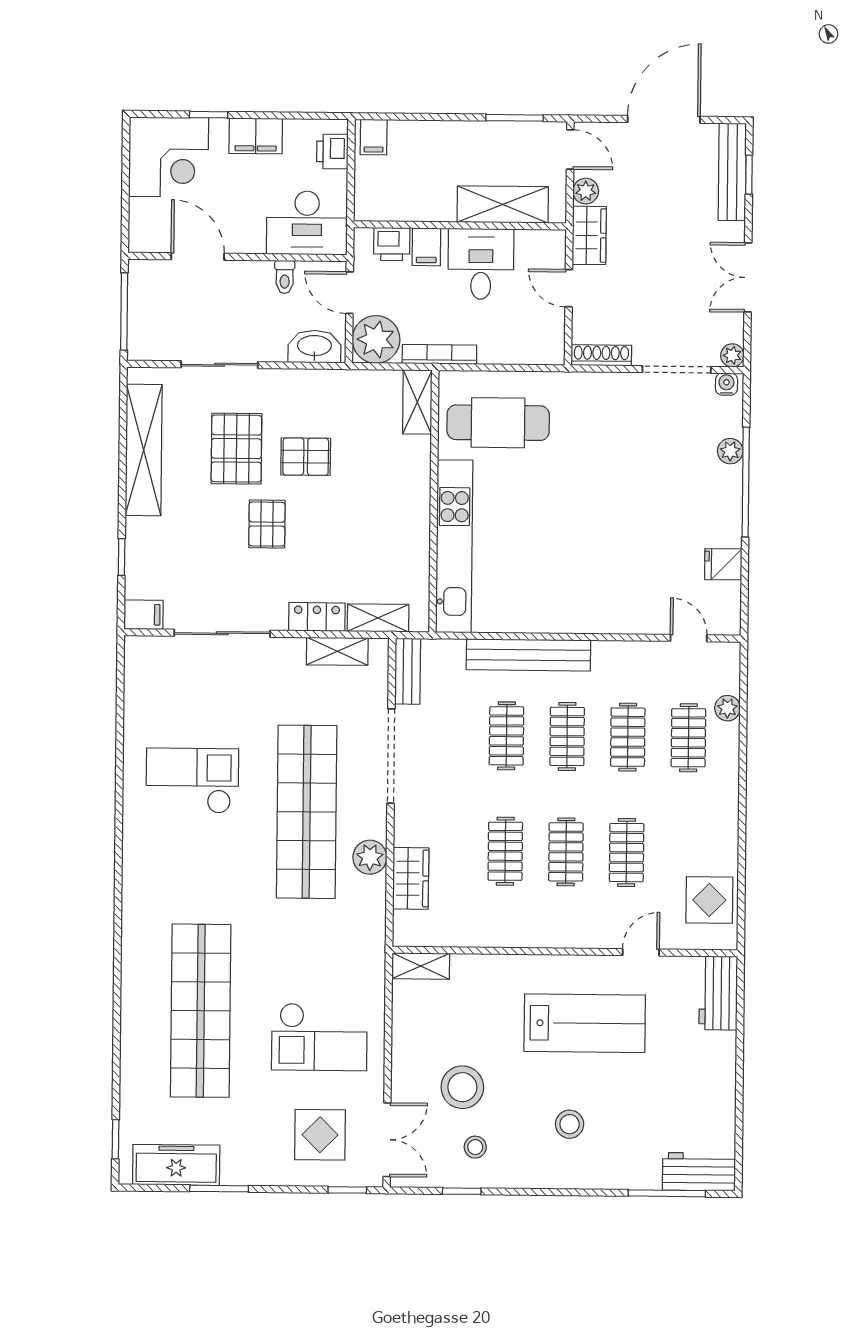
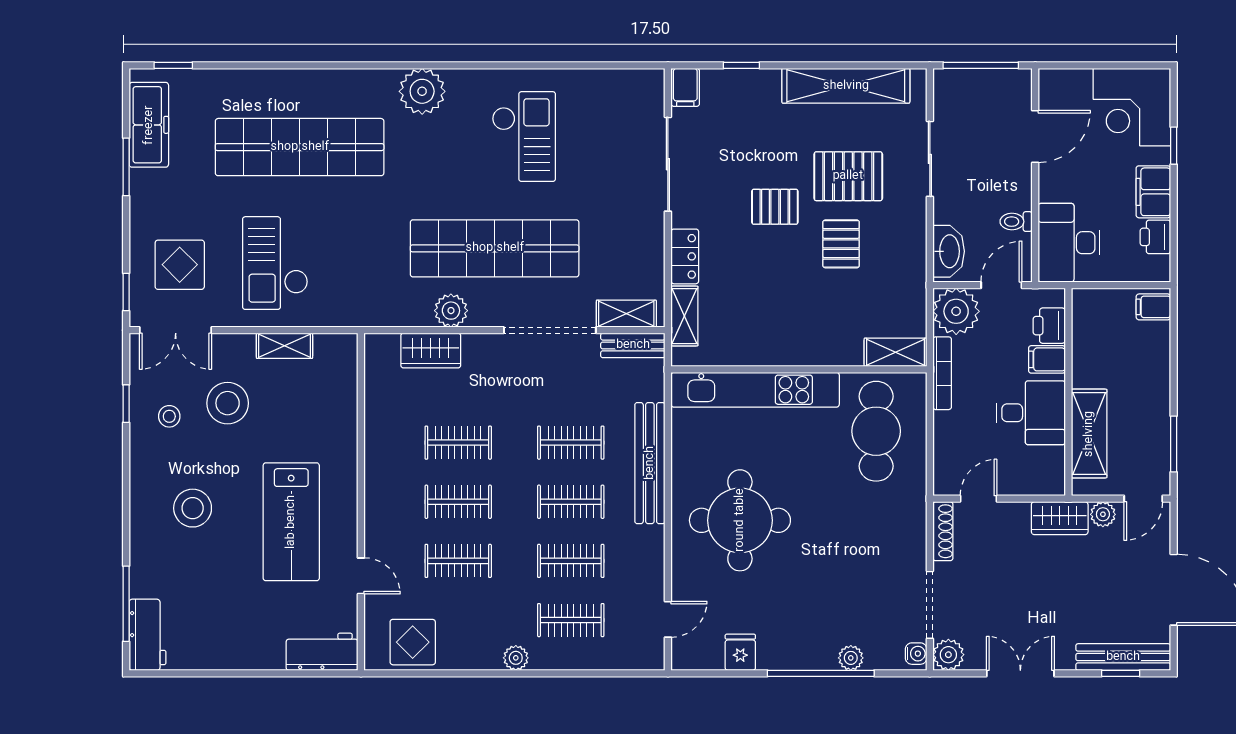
printer: (332, 151) -> (1155, 237), moved, turned -90
door: (569, 288) -> (979, 499), moved
plant: (732, 355) -> (948, 655), width x1.38, depth x1.38
round table: (588, 563) -> (740, 520), added
shelving: (337, 651) -> (626, 314), moved, turned 90
plant: (727, 708) -> (516, 658), moved
plant: (145, 884) -> (422, 91), added
shelving: (421, 966) -> (284, 346), moved, turned 90
stool: (570, 1124) -> (193, 508), width x1.38, depth x1.38

